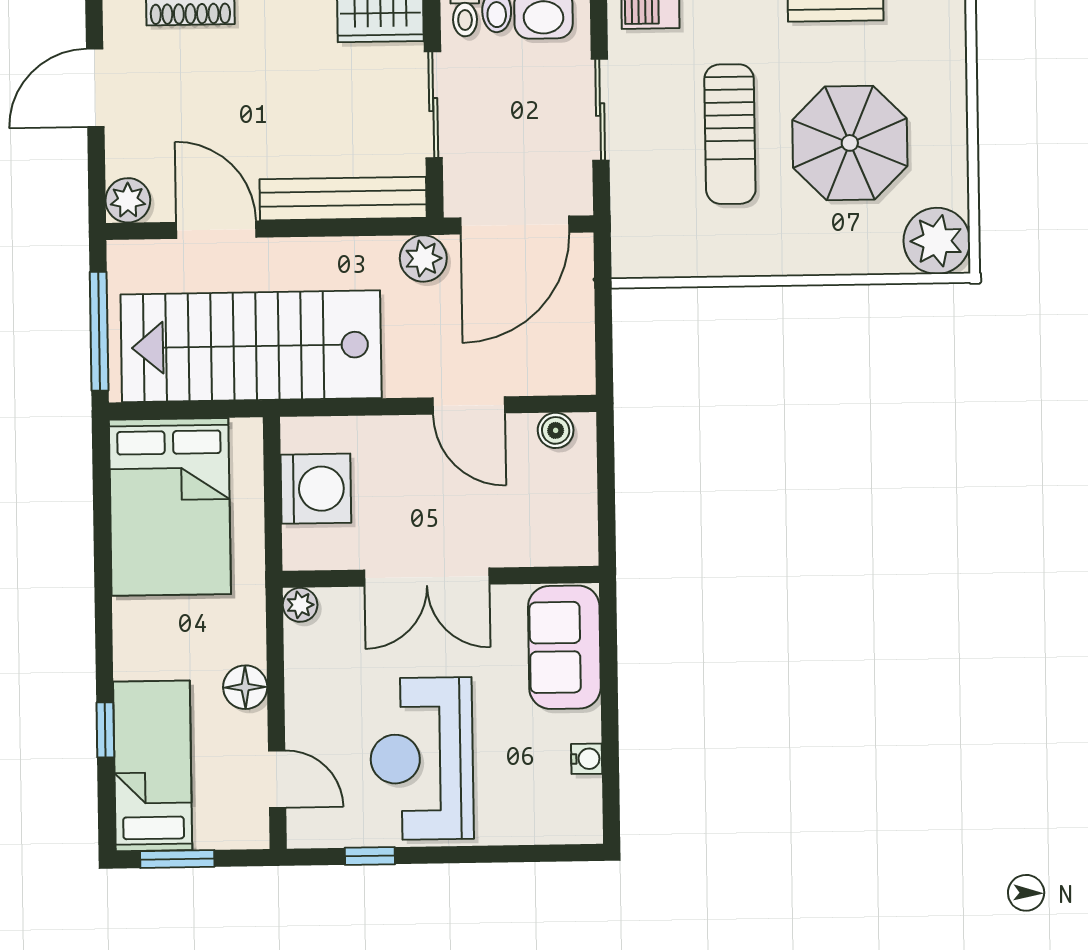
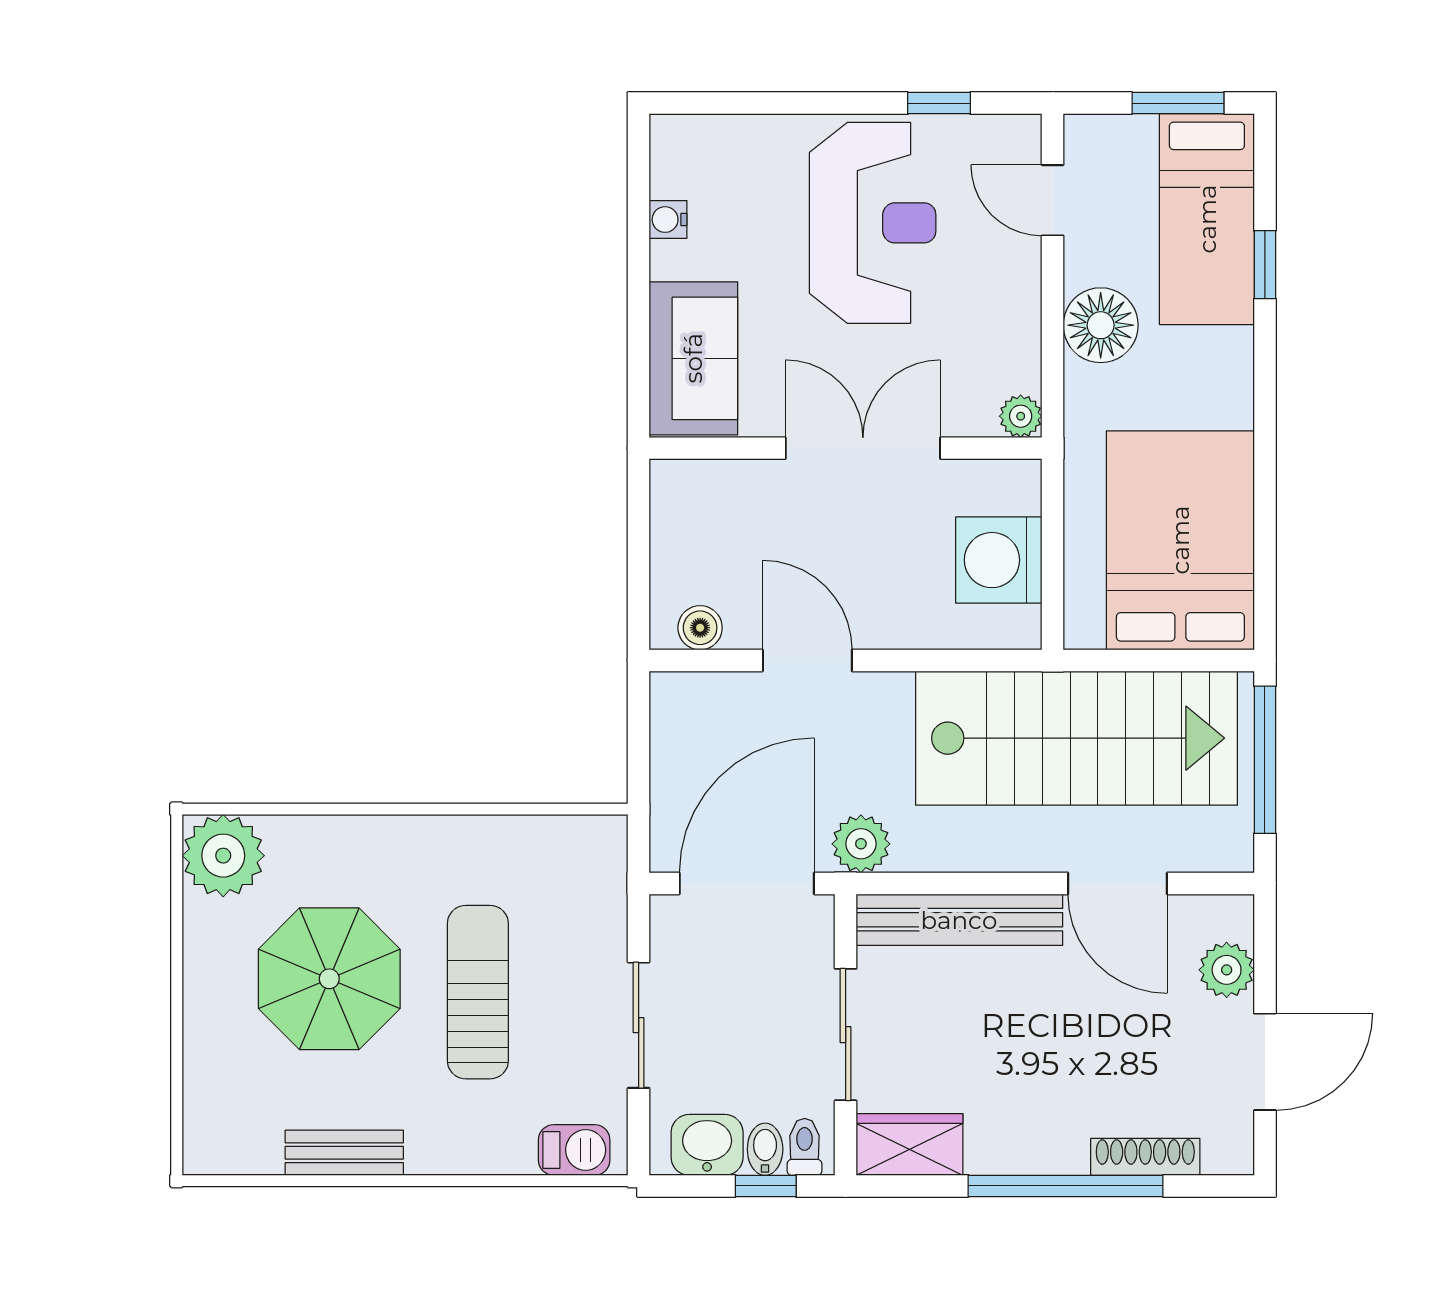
plant: (128, 200) -> (1227, 970), moved
floor lamp: (245, 687) -> (1101, 325), width x1.38, depth x1.38

